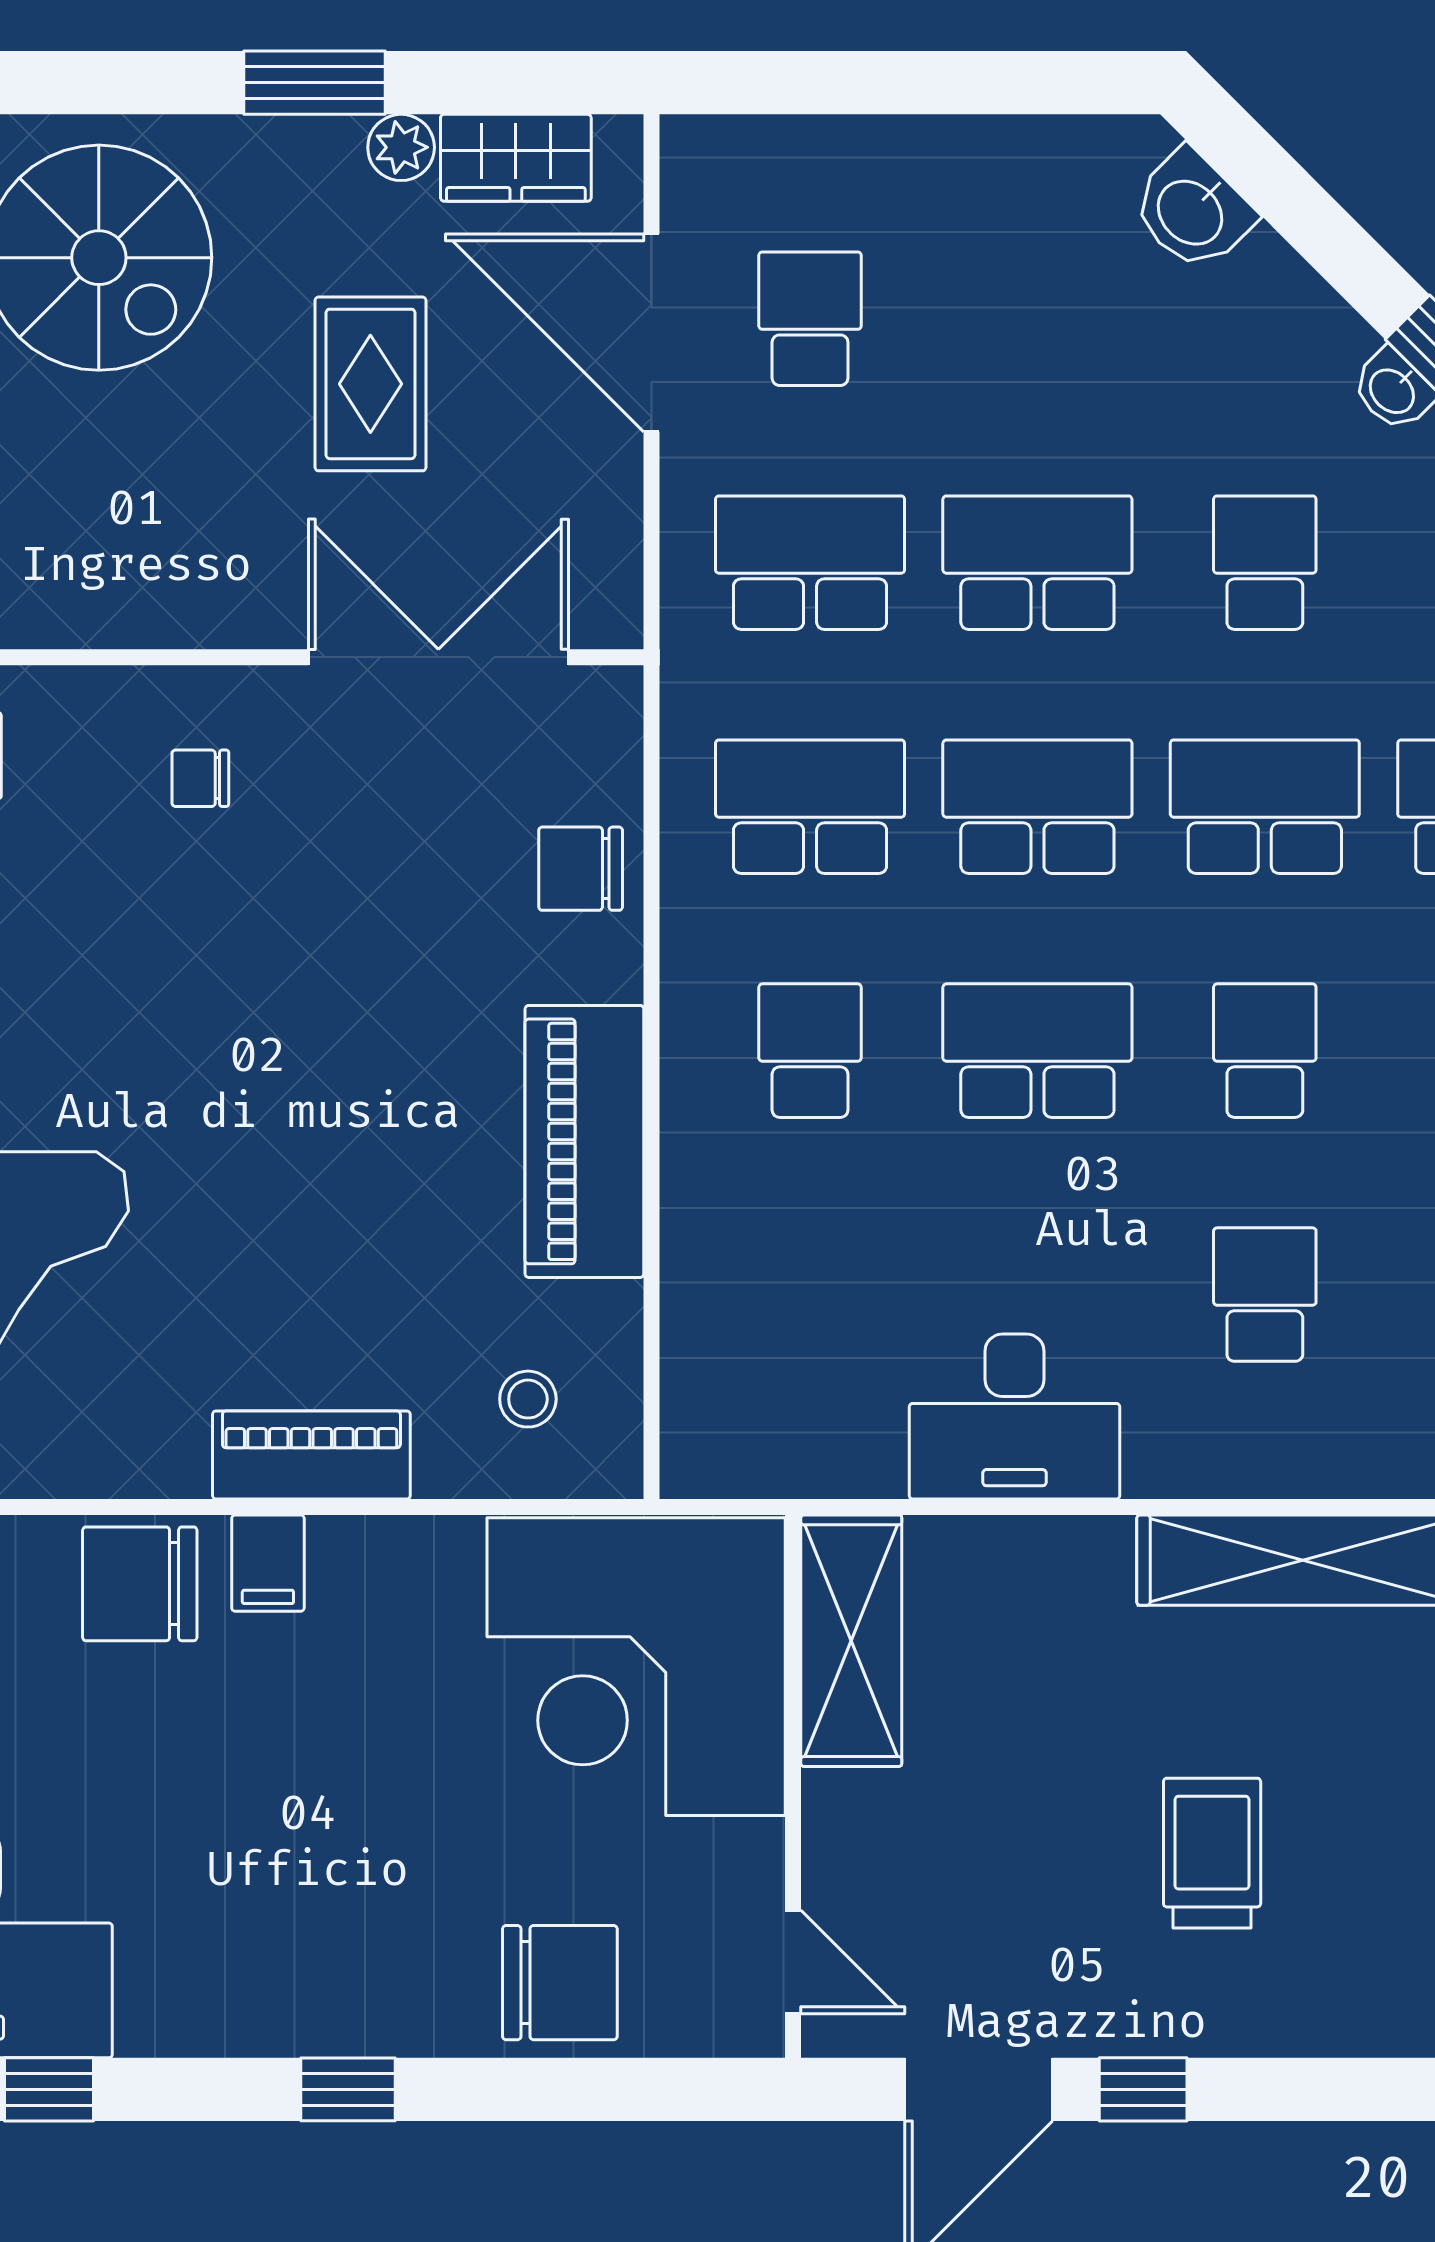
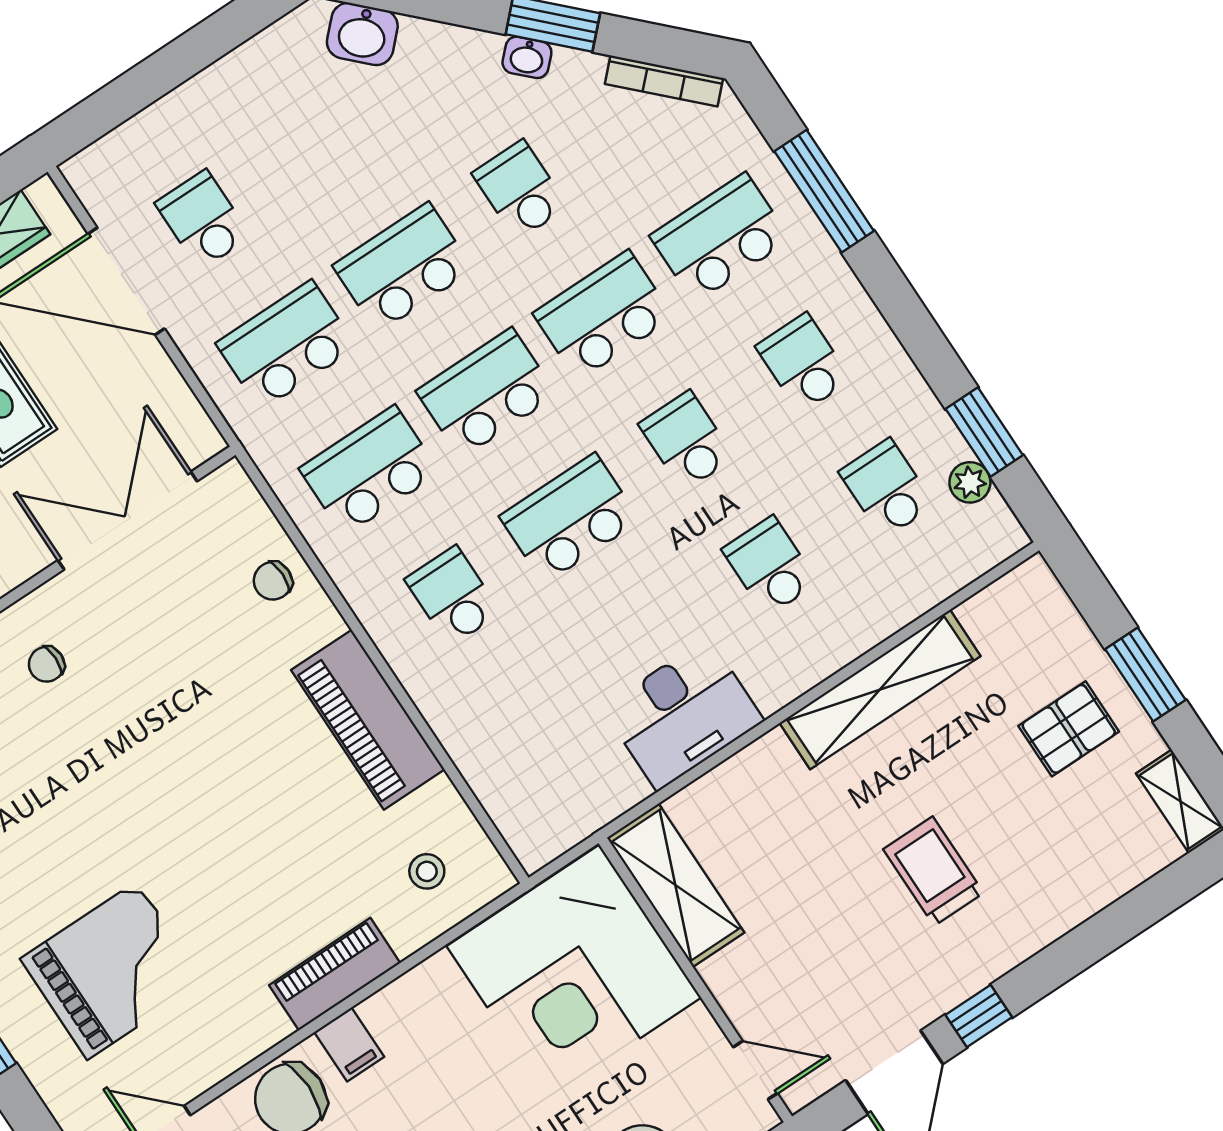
chair: (581, 869) -> (273, 581), width x0.73, depth x0.73

